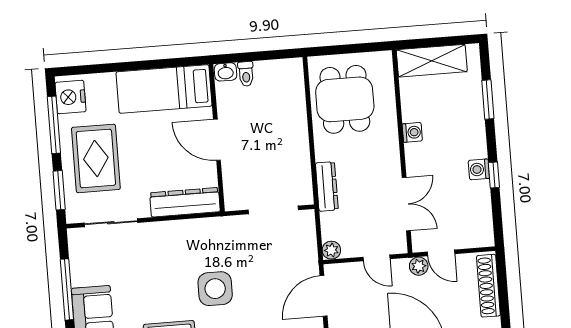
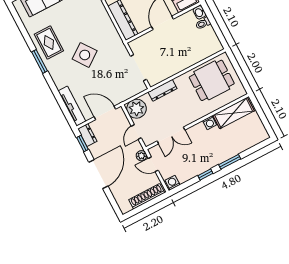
shelving: (432, 61) -> (234, 113), moved, turned 90
window: (488, 100) -> (230, 162), moved
washing machine: (479, 169) -> (172, 183), moved
plant: (331, 250) -> (136, 109), width x1.87, depth x1.87
door: (441, 253) -> (153, 164), hinge flipped
side table: (215, 289) -> (85, 55), turned -36

